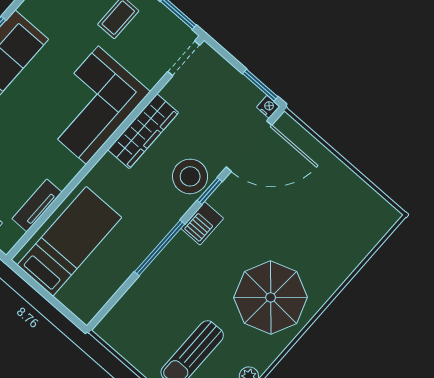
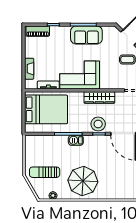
corner sofa: (92, 105) -> (80, 75), moved
barbecue: (202, 223) -> (76, 140), moved
bed: (69, 241) -> (46, 109), width x1.50

